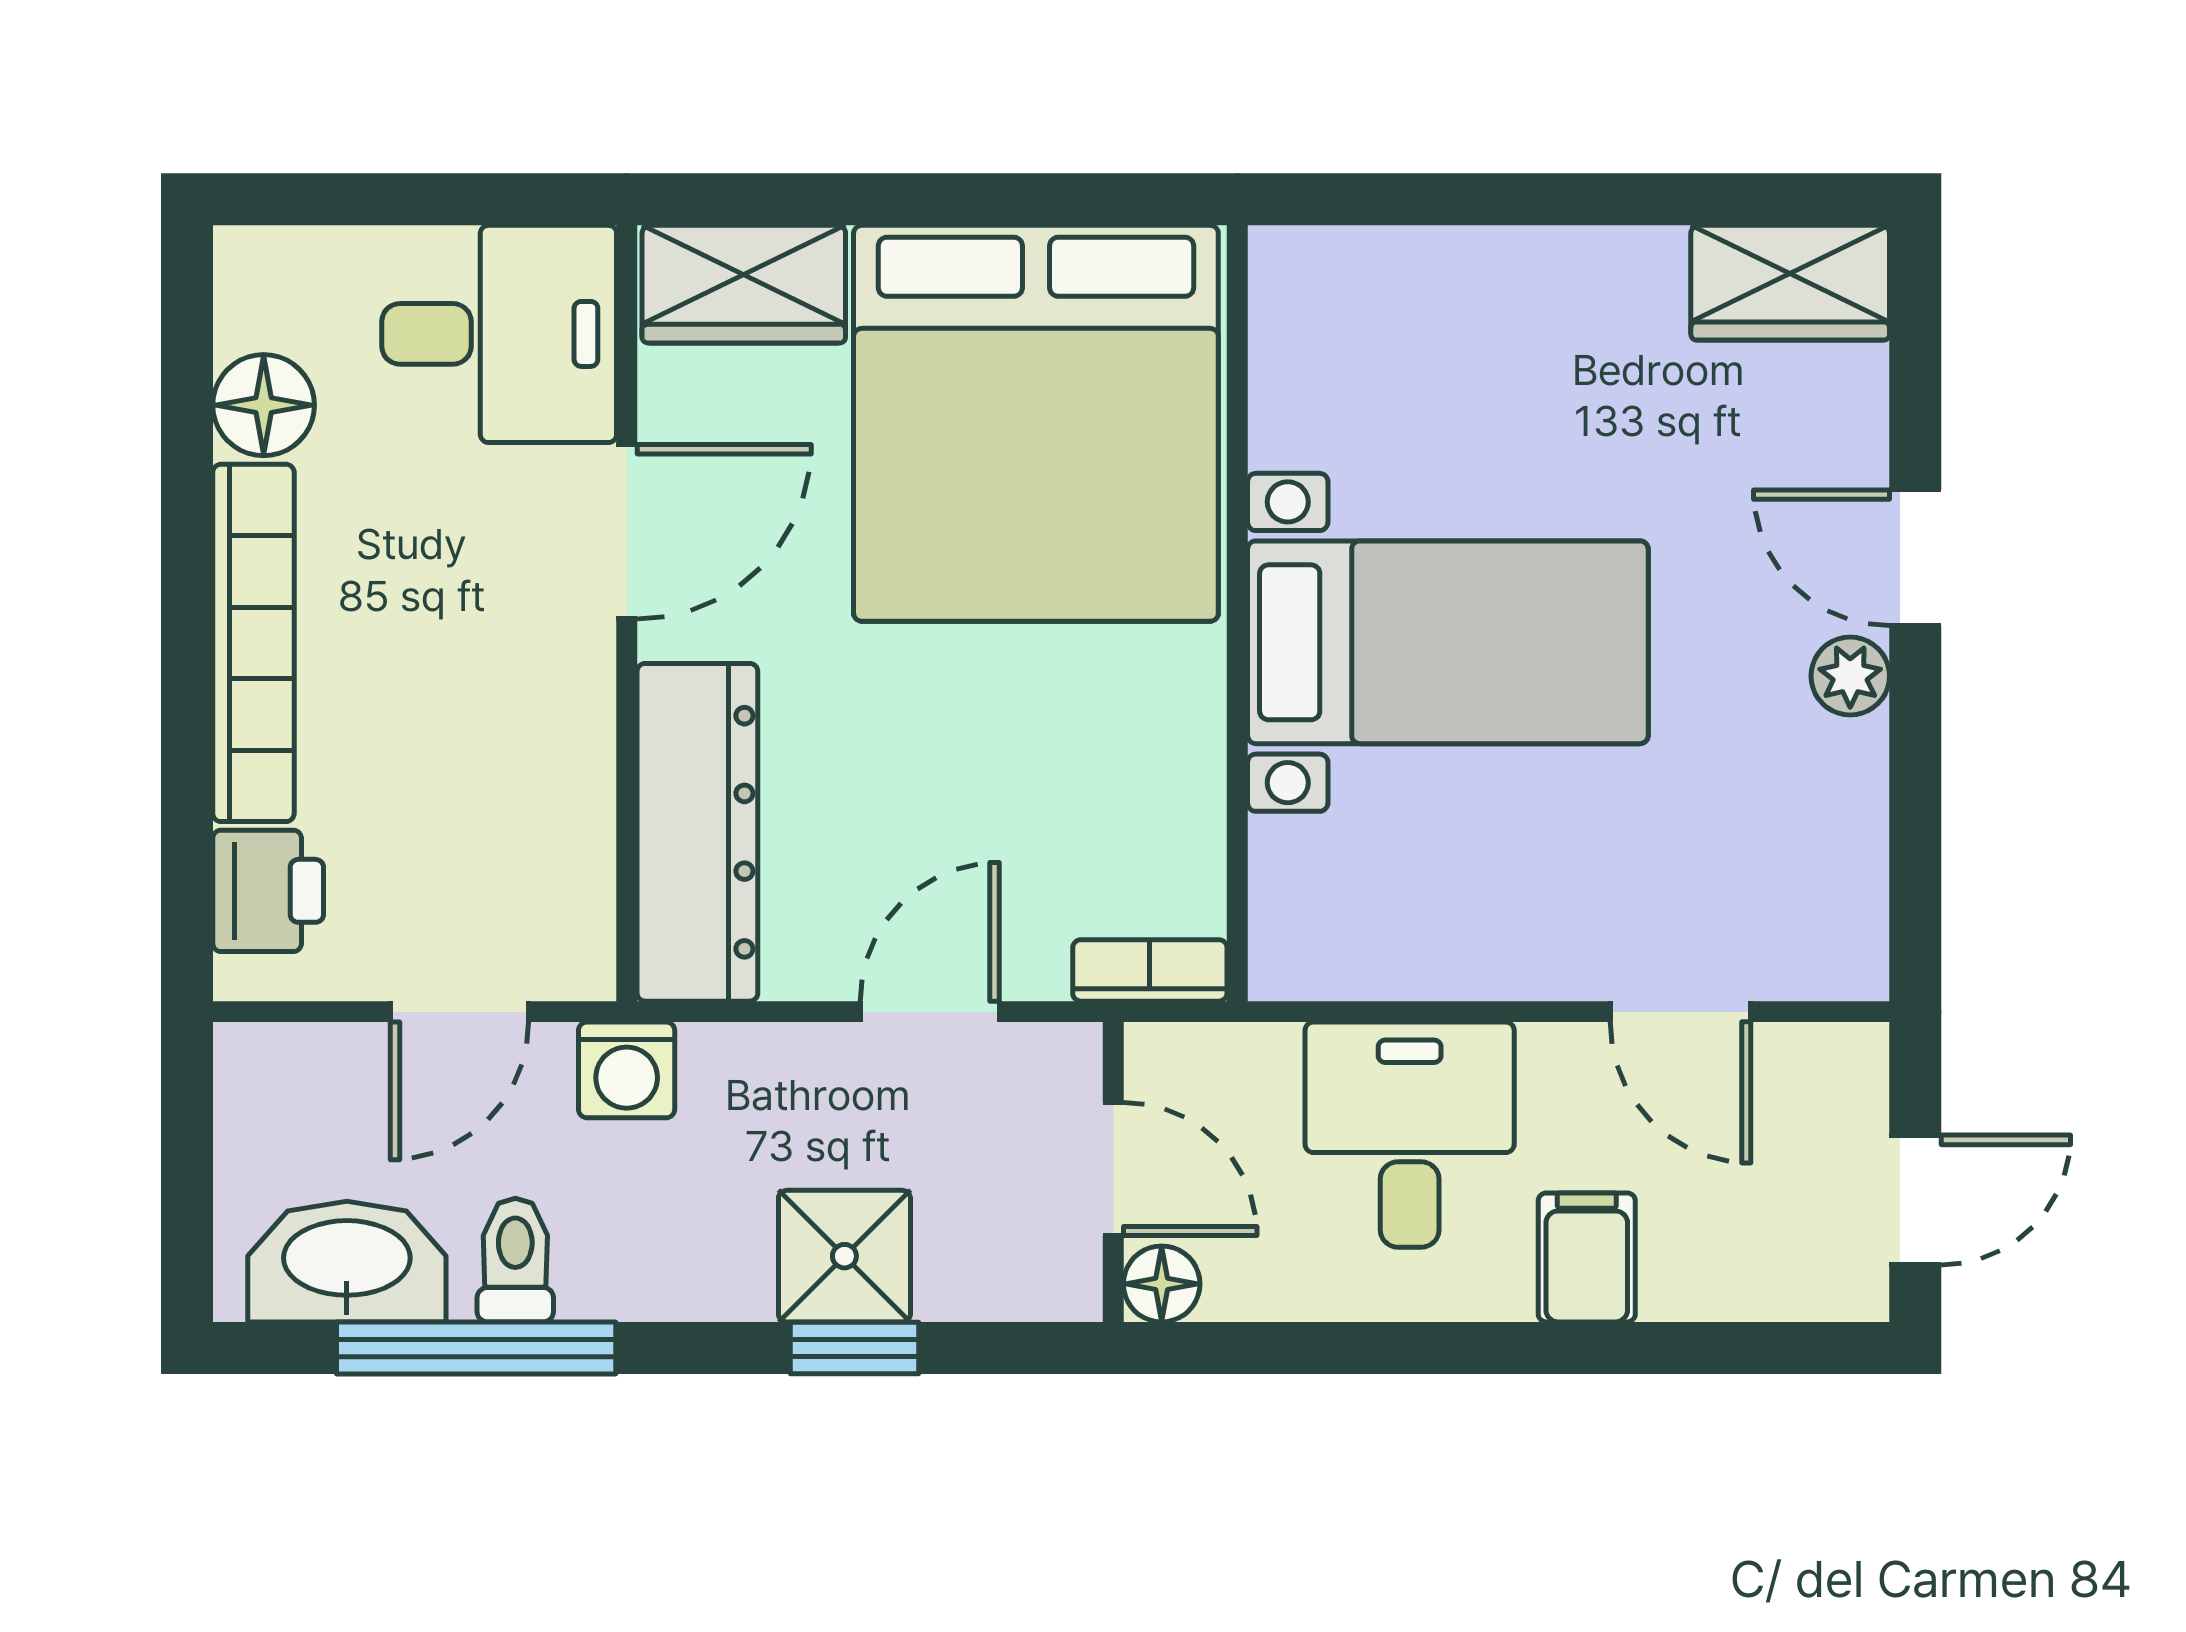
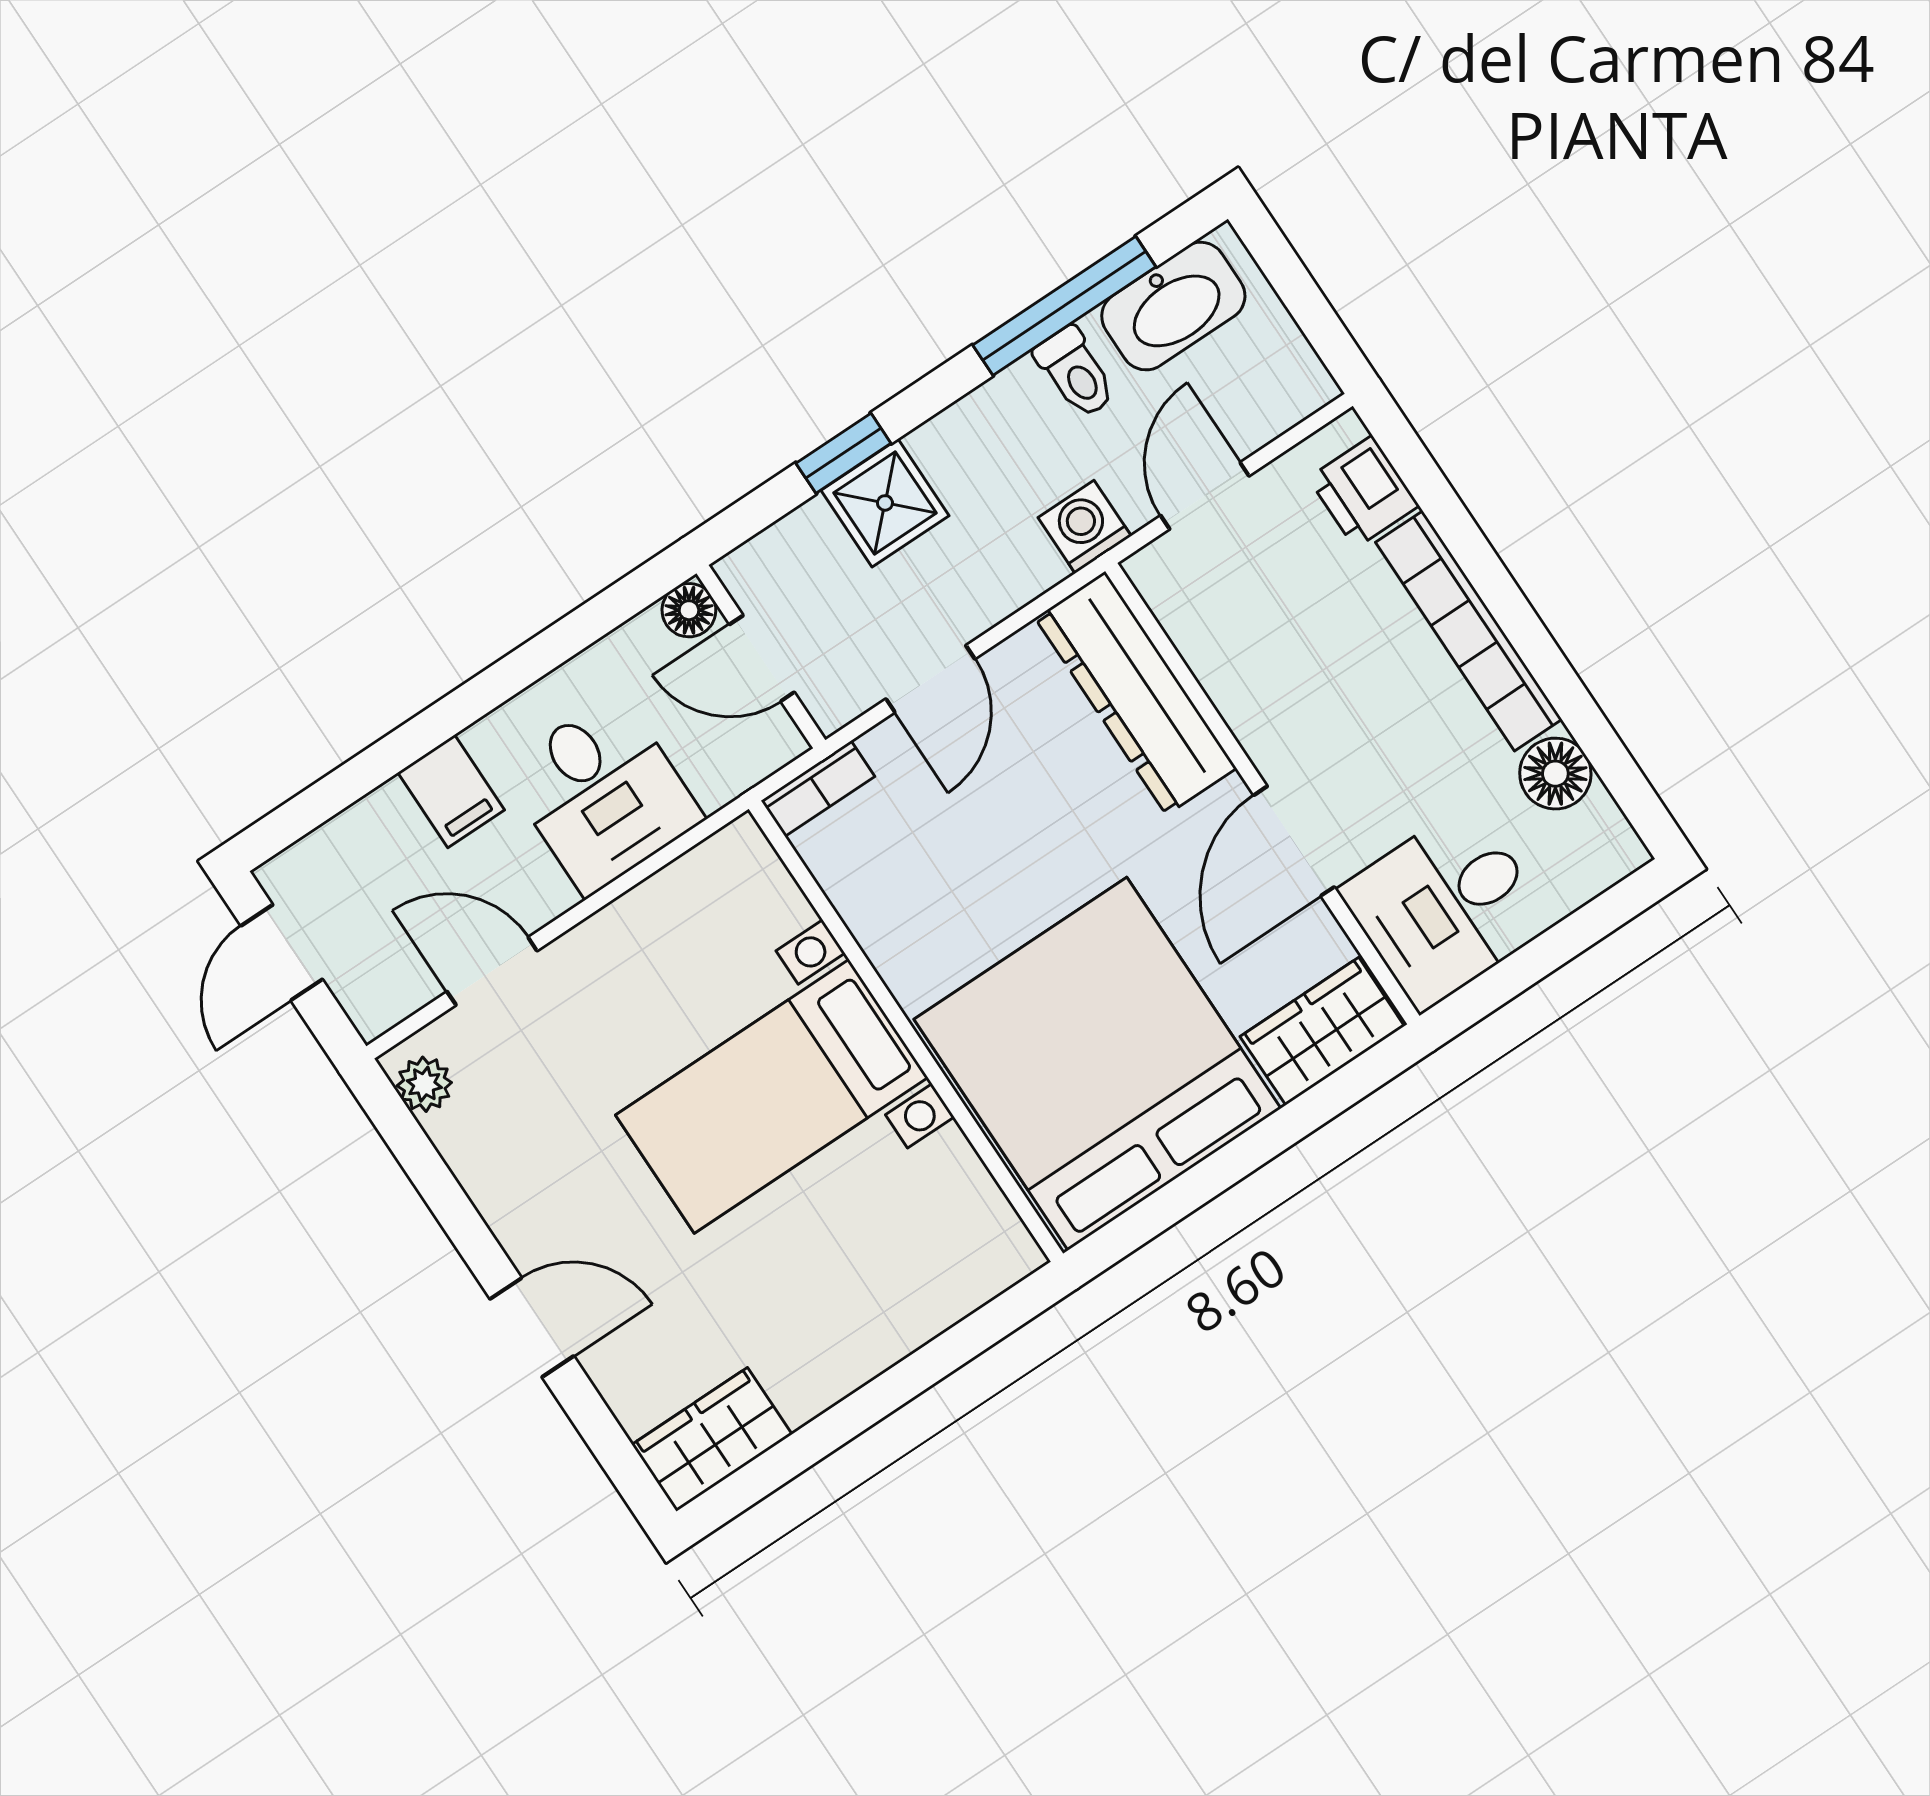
plant: (1850, 676) -> (424, 1084), moved

